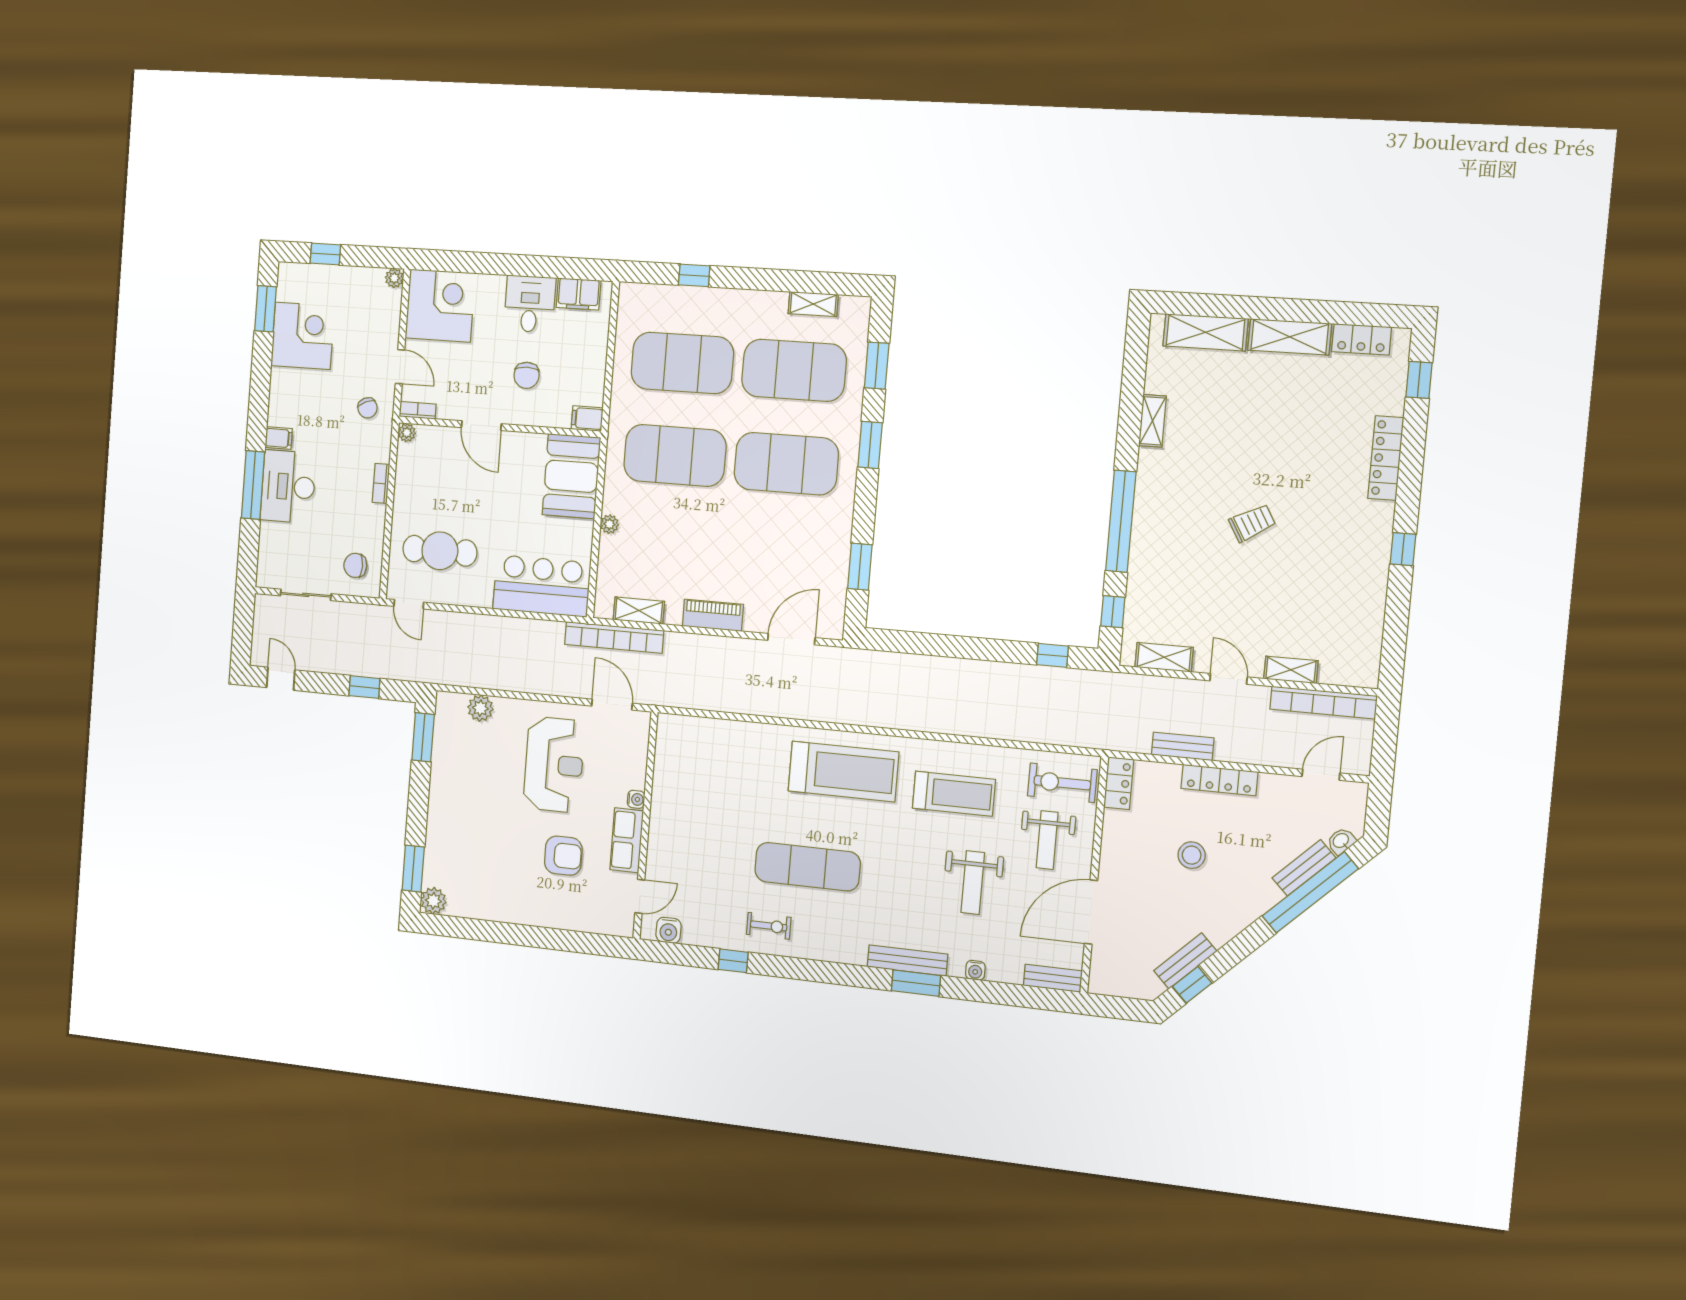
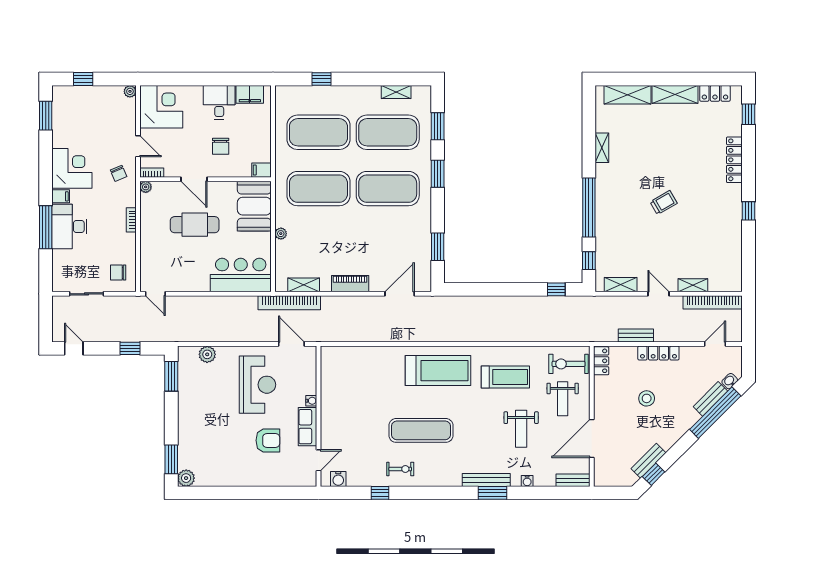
corner desk: (303, 336) -> (72, 168), moved
cafe table: (440, 551) -> (195, 225), moved

